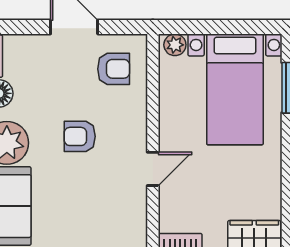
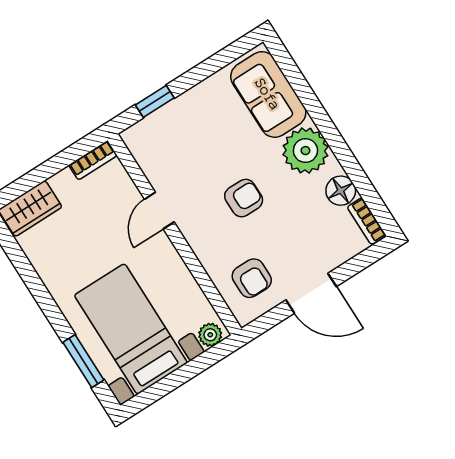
armchair: (114, 69) -> (252, 278), turned -90

